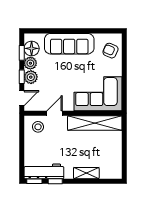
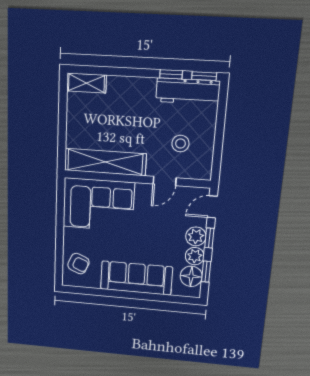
stool: (38, 127) -> (180, 144), moved
shelving: (86, 173) -> (86, 83), moved

